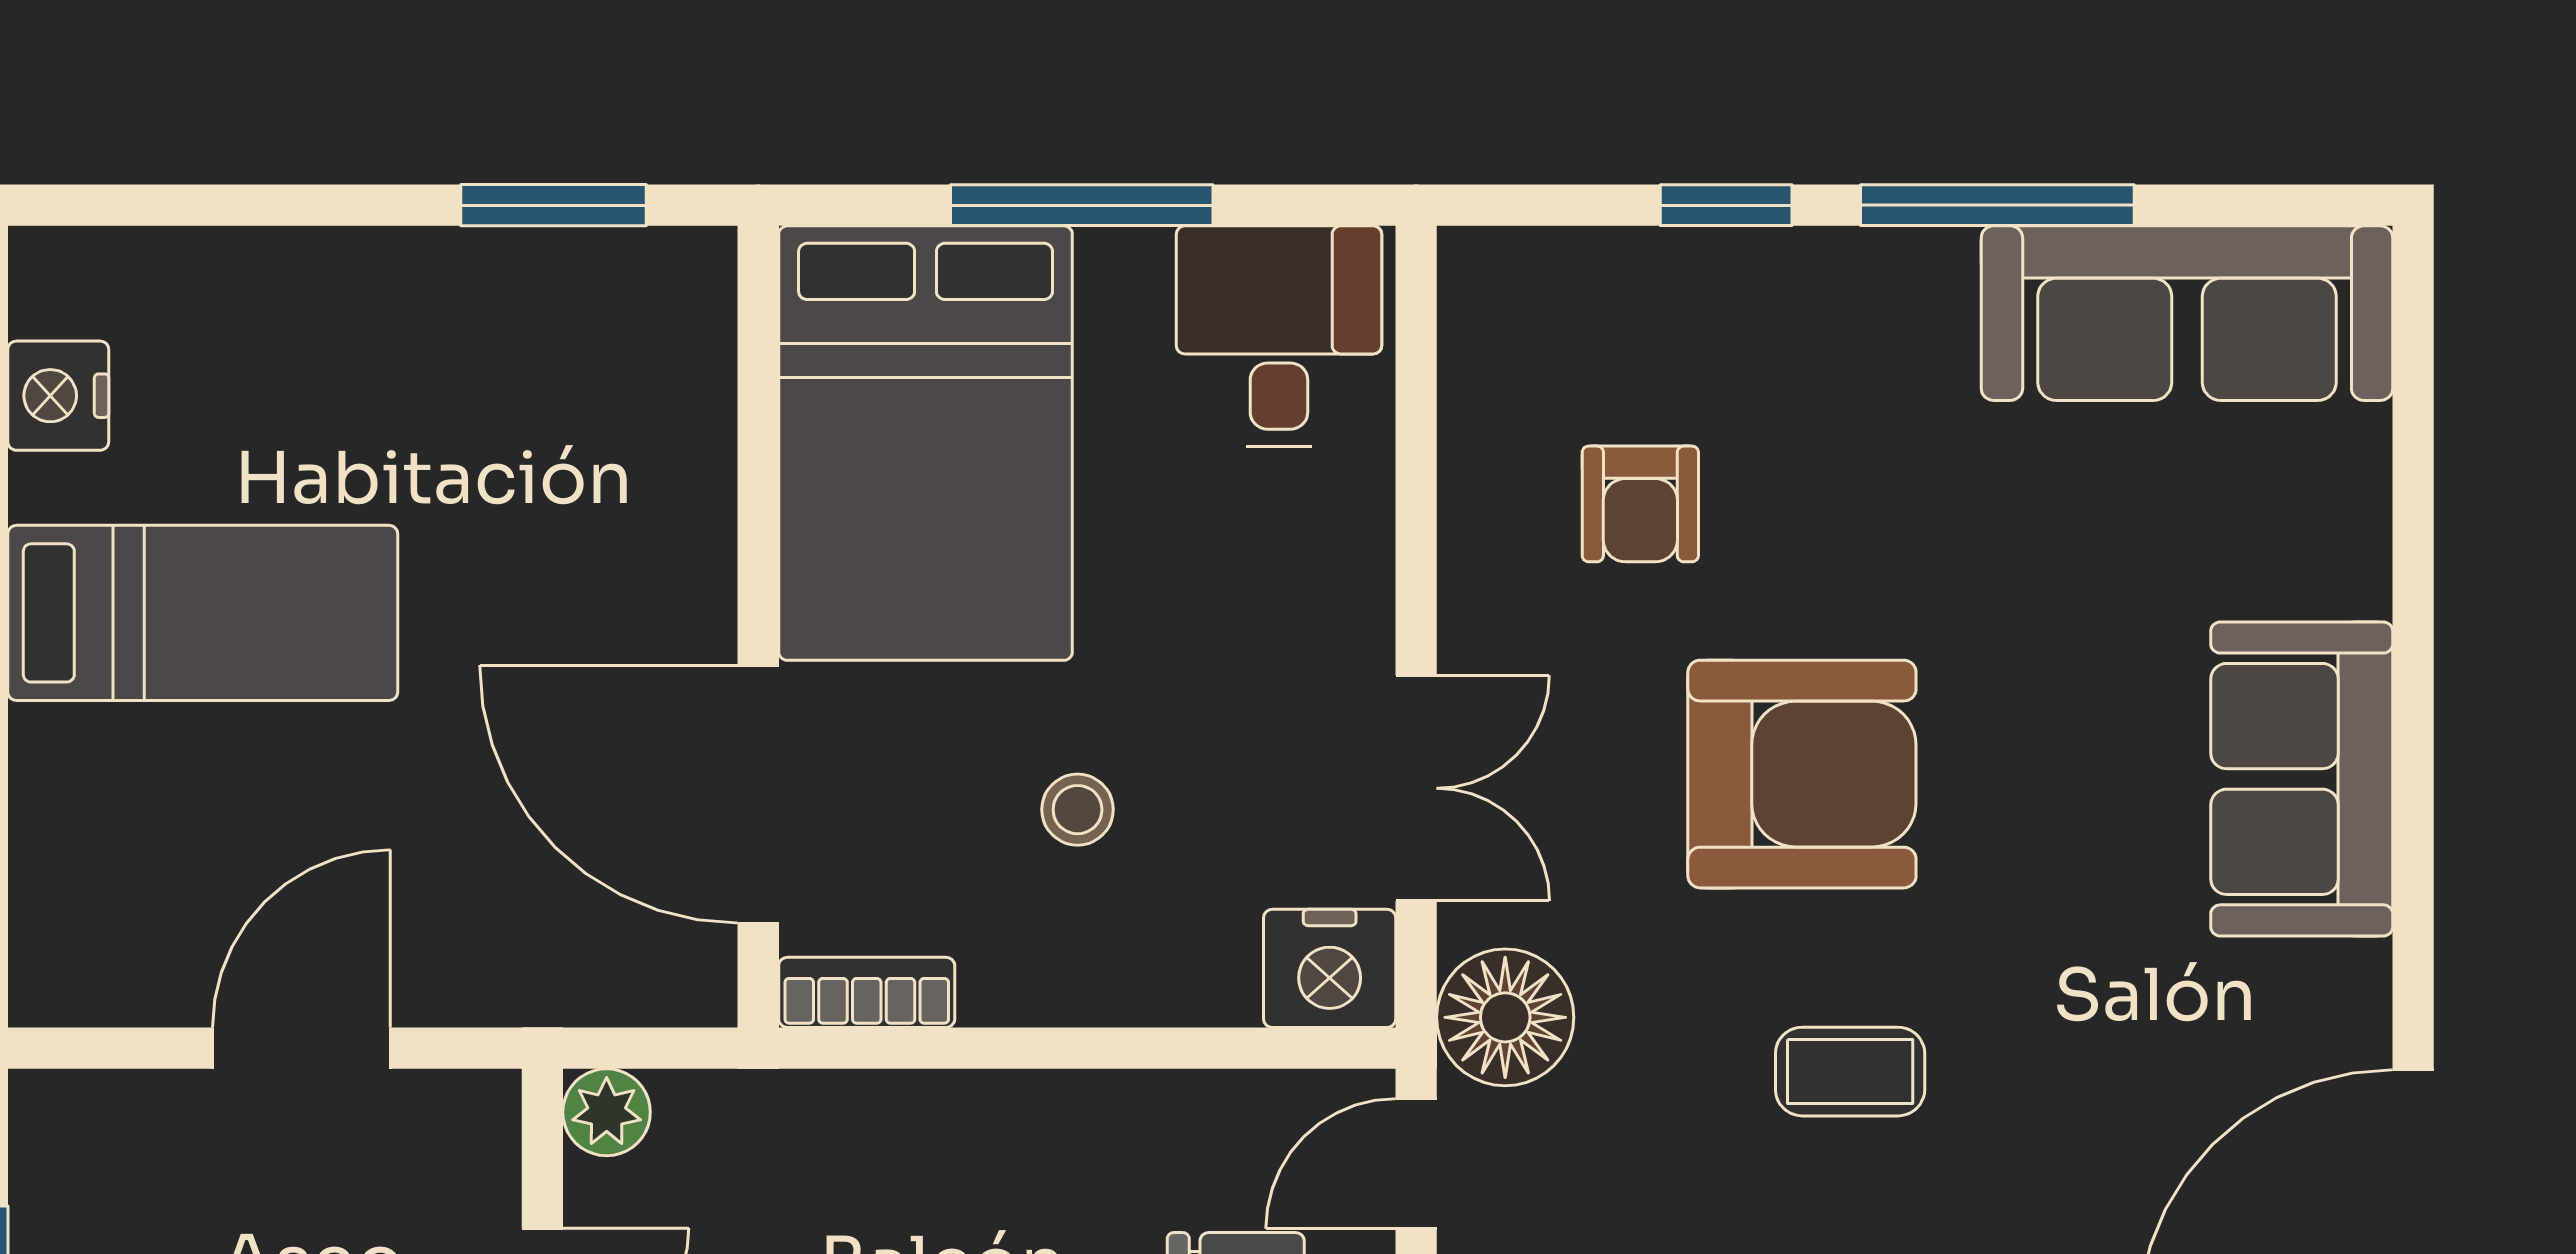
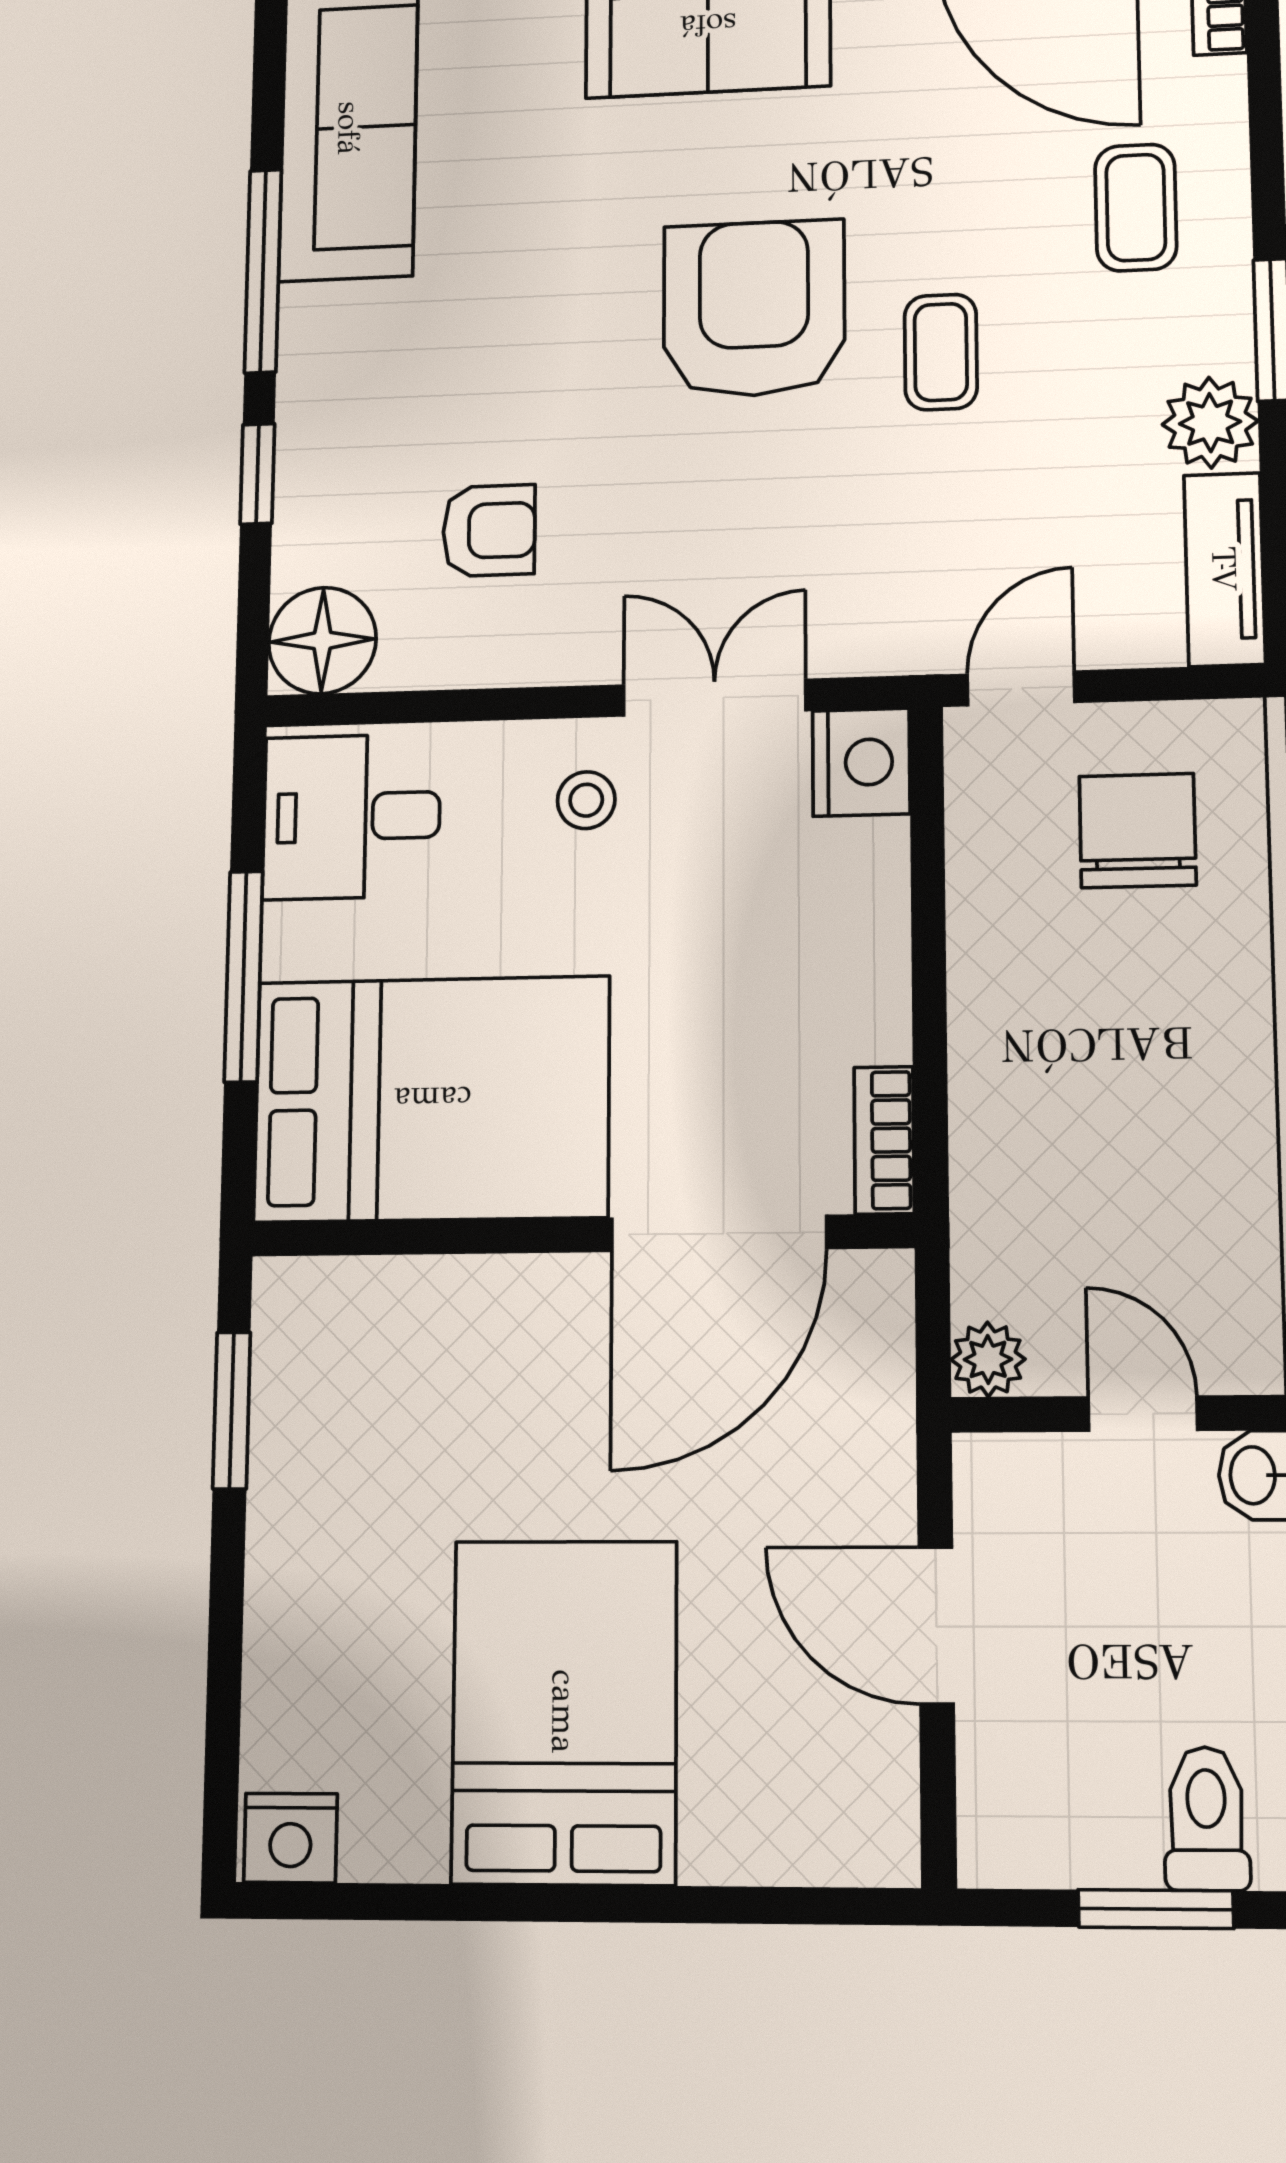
nightstand: (58, 396) -> (290, 1838), moved
bed: (203, 613) -> (564, 1712), width x1.50
armchair: (1802, 774) -> (754, 309), moved
stool: (1078, 810) -> (586, 800), moved
floor lamp: (1505, 1017) -> (322, 641), moved
door: (1416, 1164) -> (1021, 688), swing flipped

